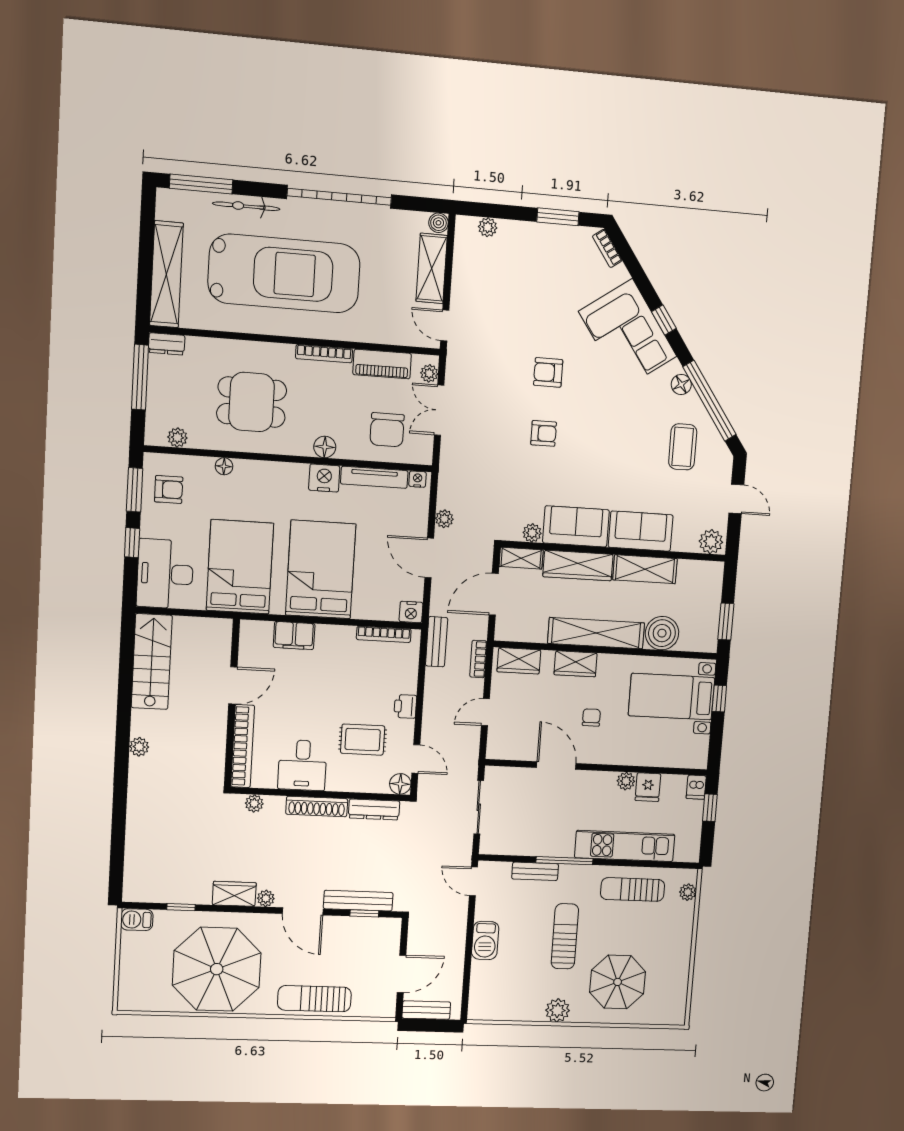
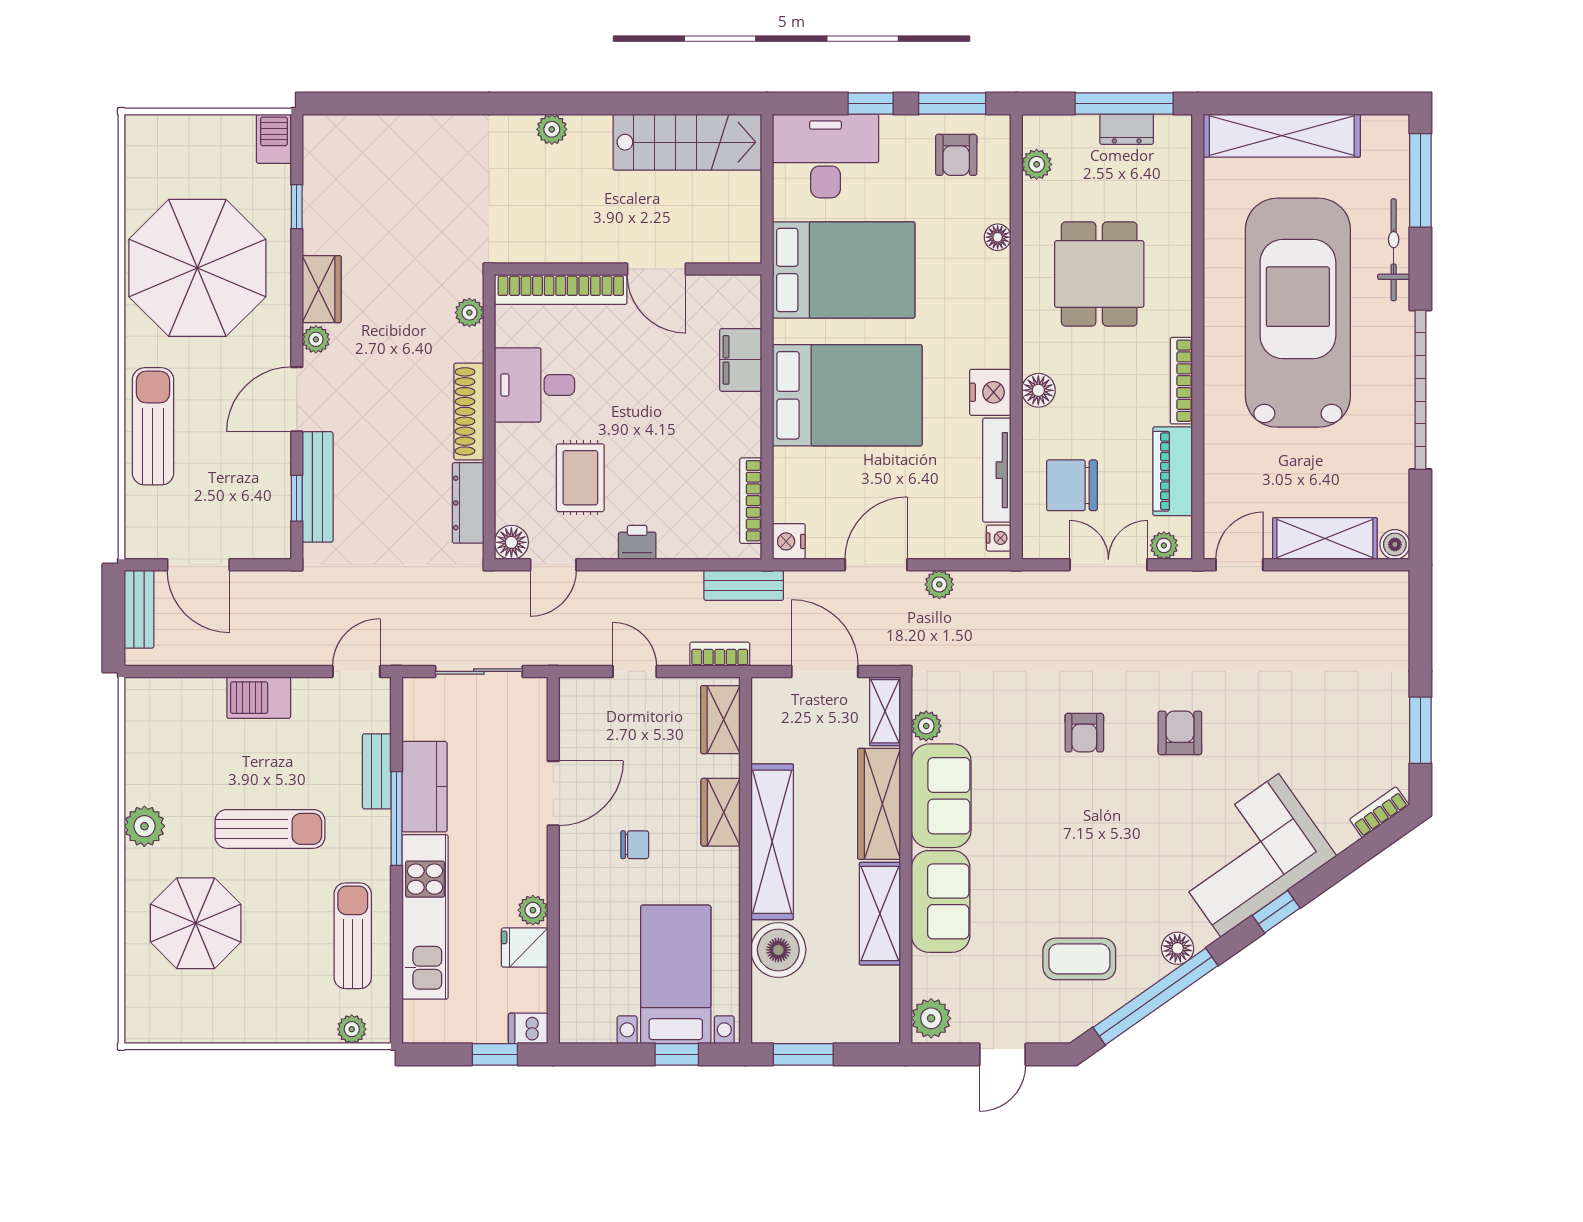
plant: (488, 227) -> (1395, 621), removed
car: (284, 274) -> (1298, 313), turned 180
dresser: (167, 344) -> (1127, 129), moved, turned -90
kitchen counter: (546, 843) -> (424, 787), added

